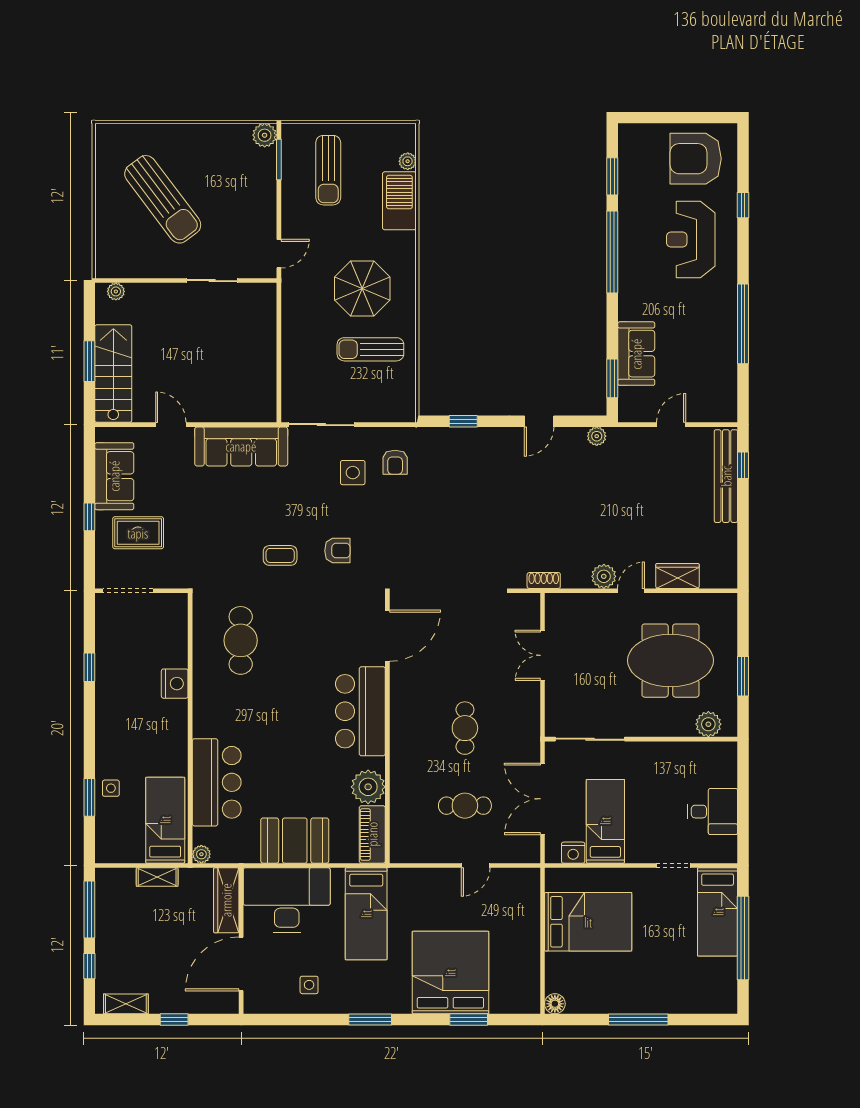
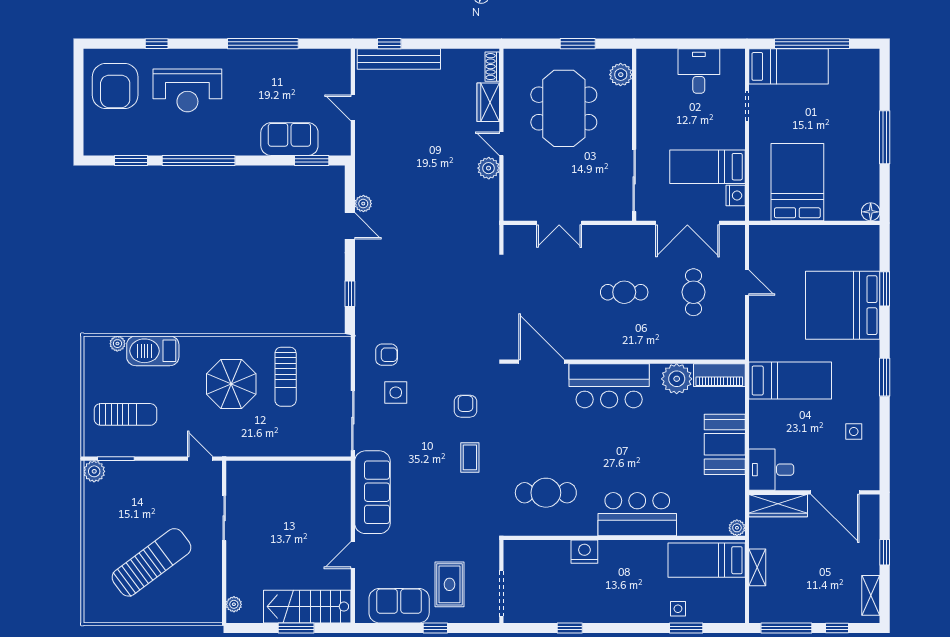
plant: (597, 436) -> (363, 204), moved
shoe rack: (544, 580) -> (492, 67), moved
bar counter: (217, 782) -> (637, 514), moved
desk: (287, 900) -> (771, 470), width x0.53, depth x0.77

